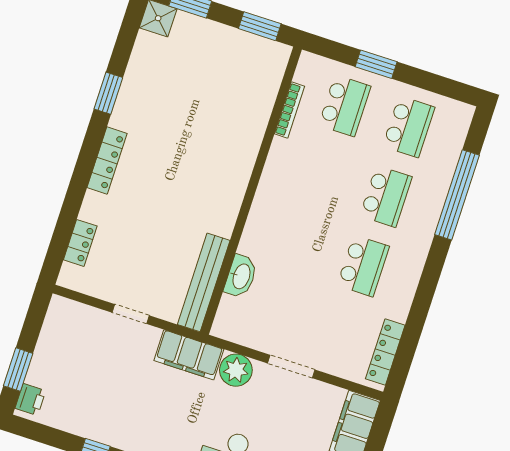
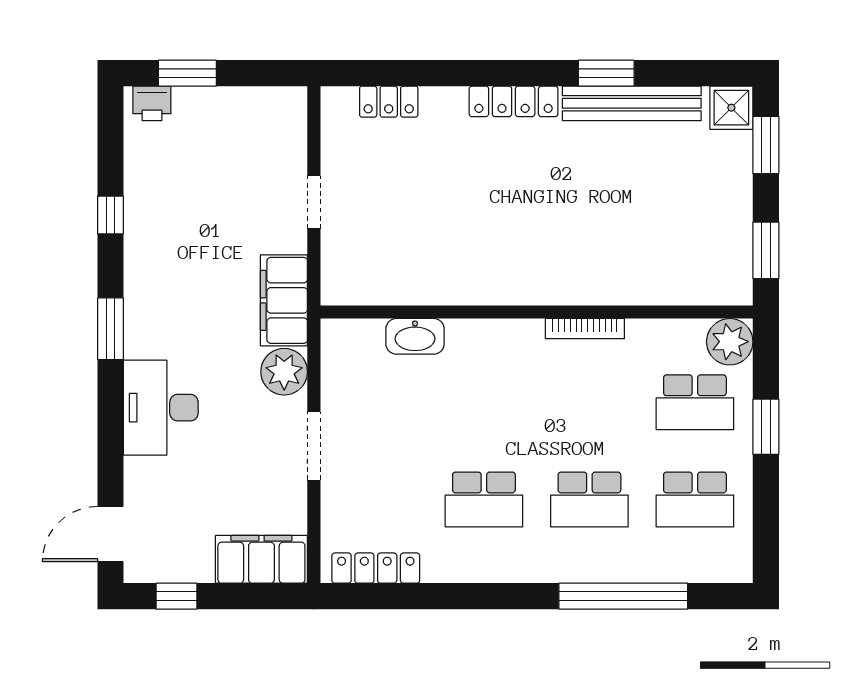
plant: (312, 70) -> (730, 342), added
bookcase: (289, 110) -> (585, 329), moved
bench: (204, 282) -> (632, 103), moved

